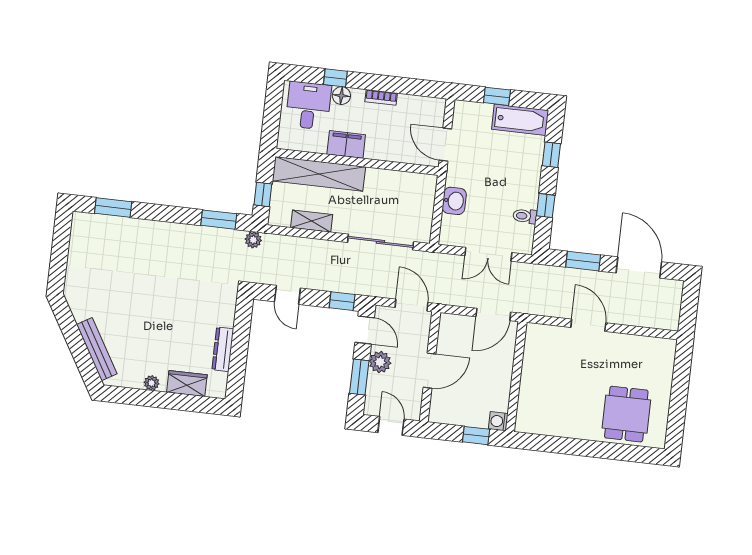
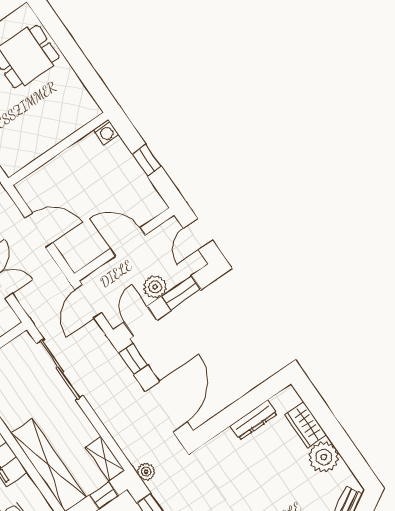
shelving: (312, 221) -> (105, 459), moved
door: (287, 295) -> (166, 406), width x1.87
wall: (516, 377) -> (58, 149), moved
plant: (152, 383) -> (324, 457), width x1.87, depth x1.87
washing machine: (498, 421) -> (106, 132), moved

